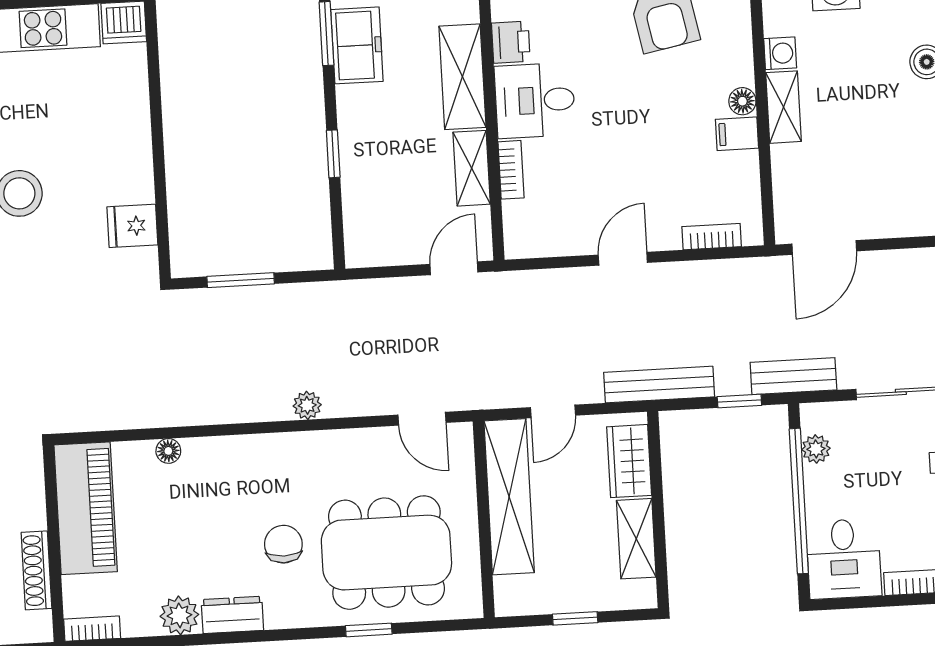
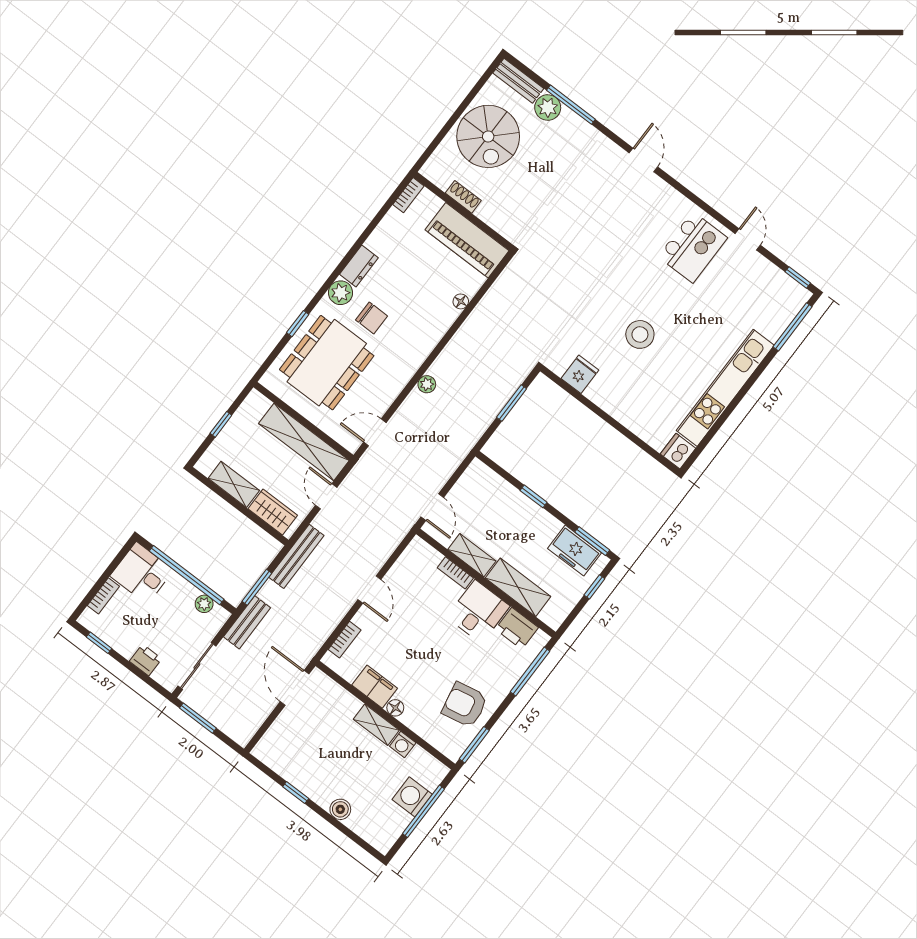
printer: (511, 42) -> (517, 628), width x1.36, depth x1.24
filing cabinet: (737, 134) -> (375, 687), width x2.00
window: (739, 401) -> (257, 587), width x1.50
shoe rack: (36, 570) -> (463, 197), width x0.70
plant: (179, 615) -> (341, 293), moved

